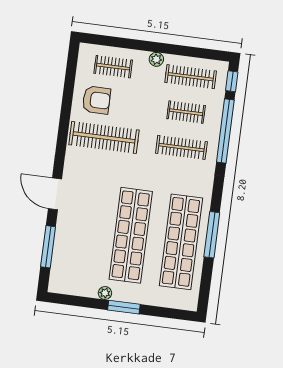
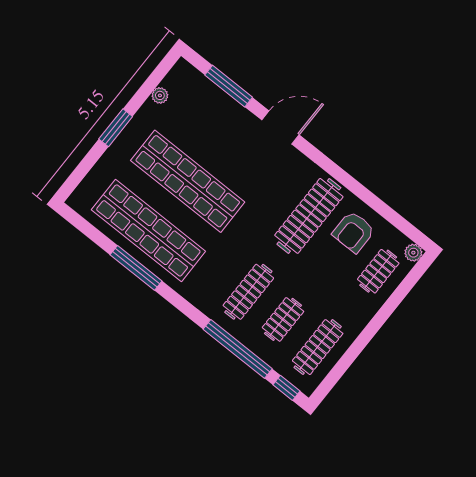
plant: (156, 59) -> (413, 253), moved
plant: (105, 293) -> (160, 95), moved

